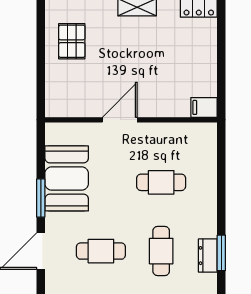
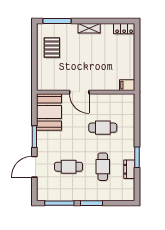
door: (120, 120) -> (79, 92), swing flipped
booth: (67, 178) -> (49, 112), moved
window: (221, 253) -> (137, 157), moved

